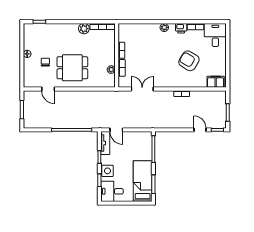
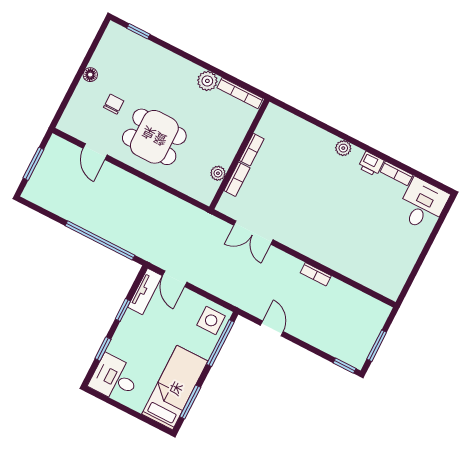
armchair: (189, 61) -> (356, 225), removed
filing cabinet: (216, 82) -> (383, 283), removed
double door: (142, 89) -> (253, 233), swing flipped
door: (200, 130) -> (272, 328), moved
side table: (107, 171) -> (211, 320), moved

